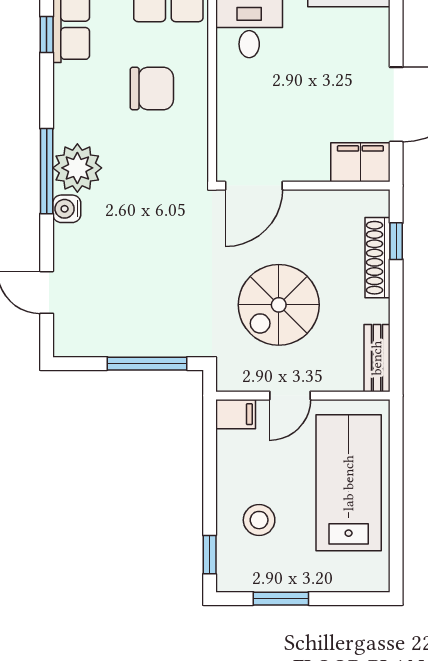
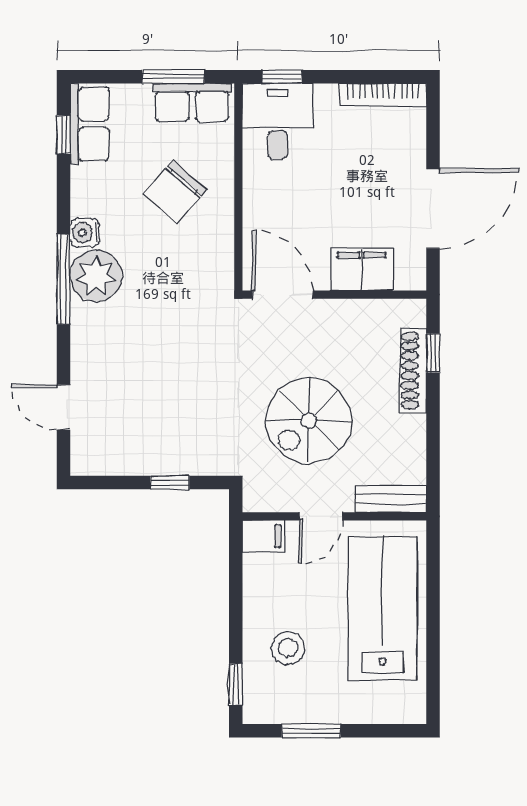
chair: (152, 88) -> (175, 192), turned 131
filing cabinet: (360, 162) -> (362, 270), moved
door: (254, 186) -> (283, 295), swing flipped
water cooler: (67, 209) -> (85, 233), moved
bench: (377, 358) -> (391, 499), moved, turned 90
window: (147, 364) -> (170, 483), width x0.46

